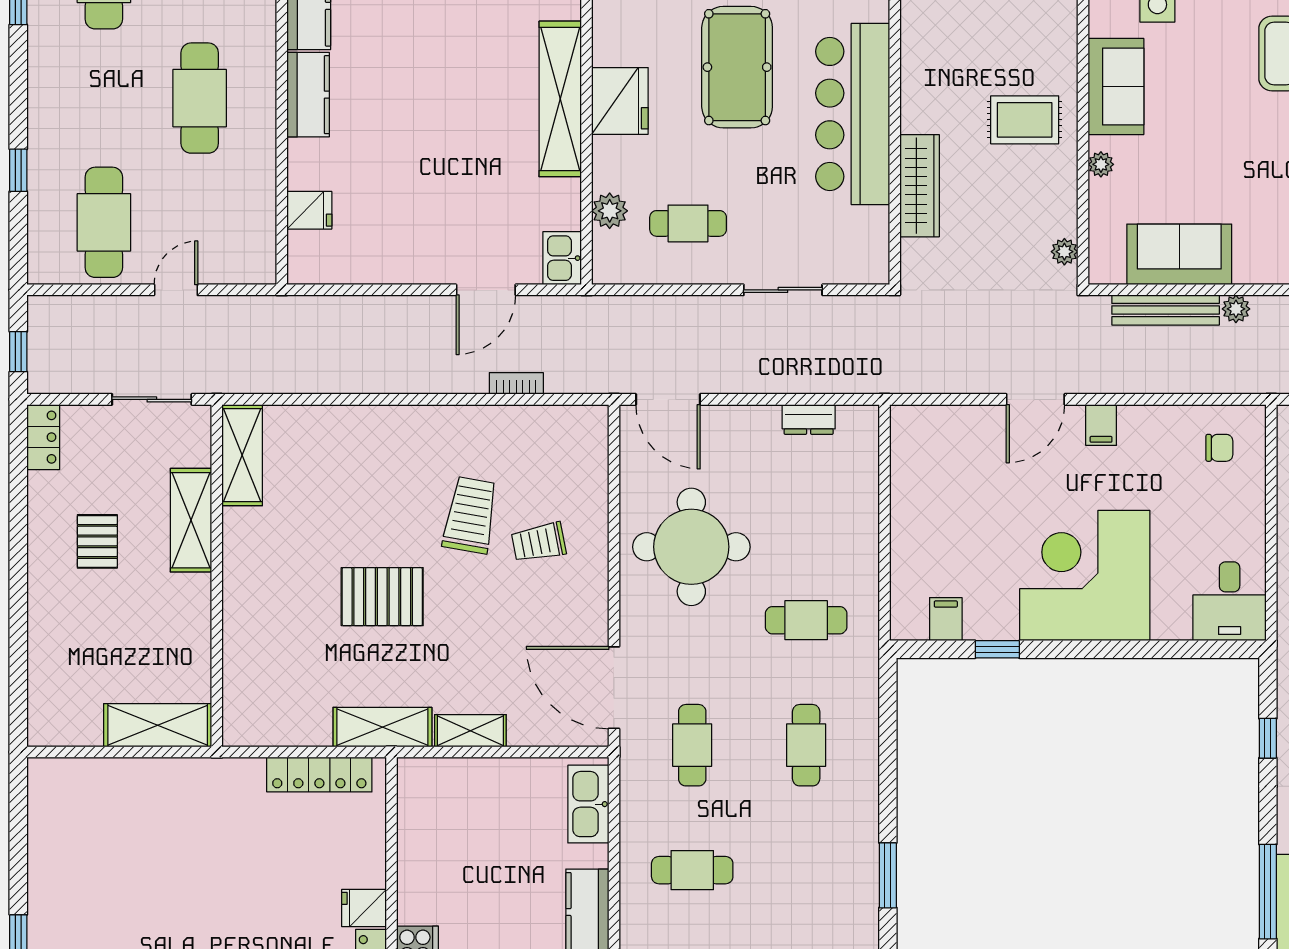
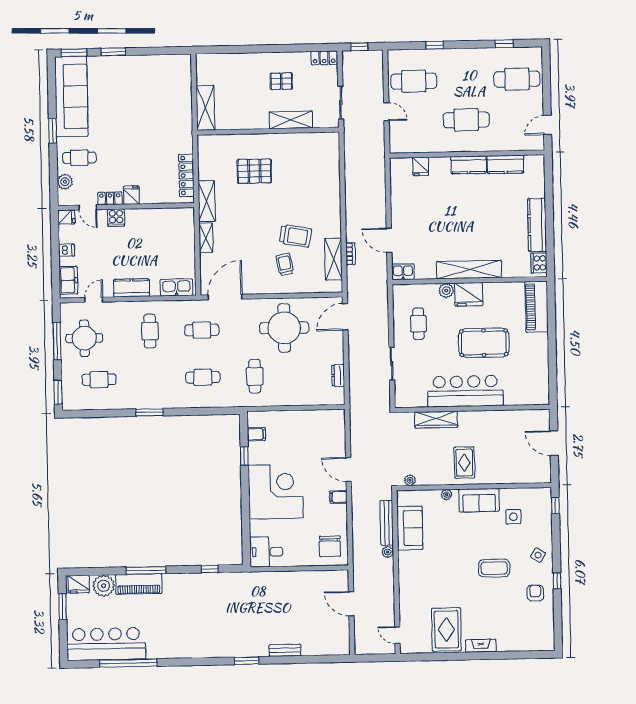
plant: (610, 211) -> (446, 291), moved
chair: (1219, 448) -> (330, 546), width x1.87, depth x1.87
shelving: (242, 455) -> (333, 259), moved, turned 90
pallet: (382, 597) -> (254, 171), moved, turned 90

